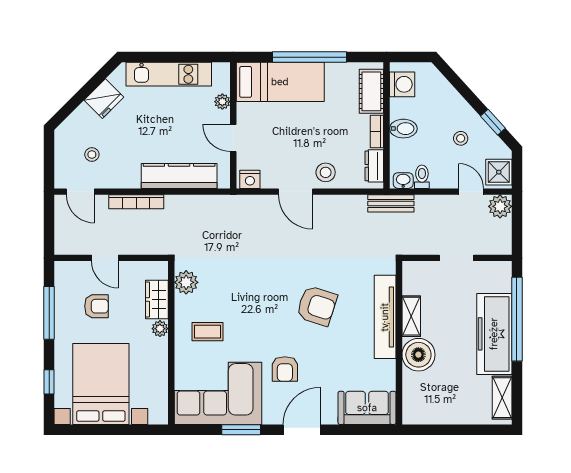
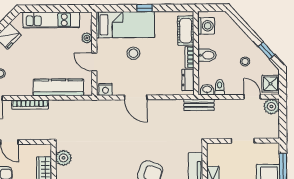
window: (310, 57) -> (145, 8), width x0.32
stool: (326, 172) -> (133, 53), moved

